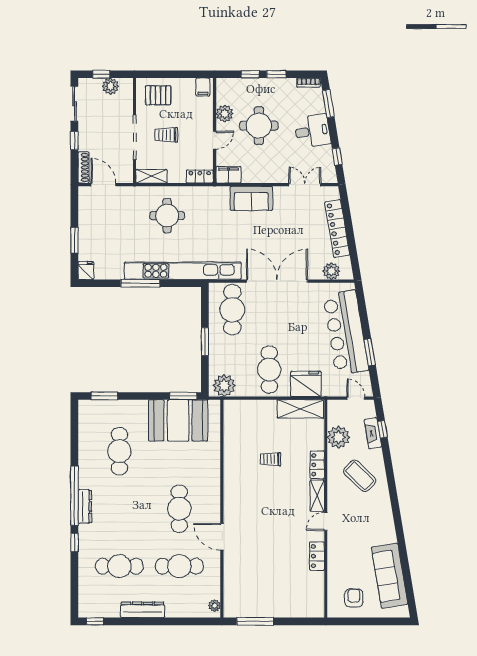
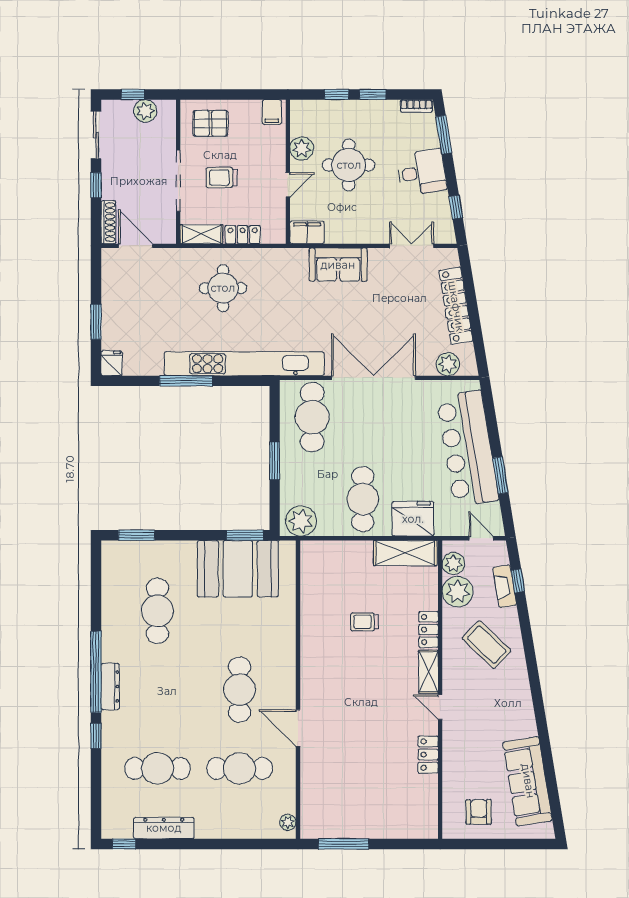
locker: (200, 176) -> (243, 235), moved
plant: (335, 417) -> (453, 563), added
door: (326, 521) -> (440, 707), hinge flipped
dresser: (143, 610) -> (164, 828), moved

